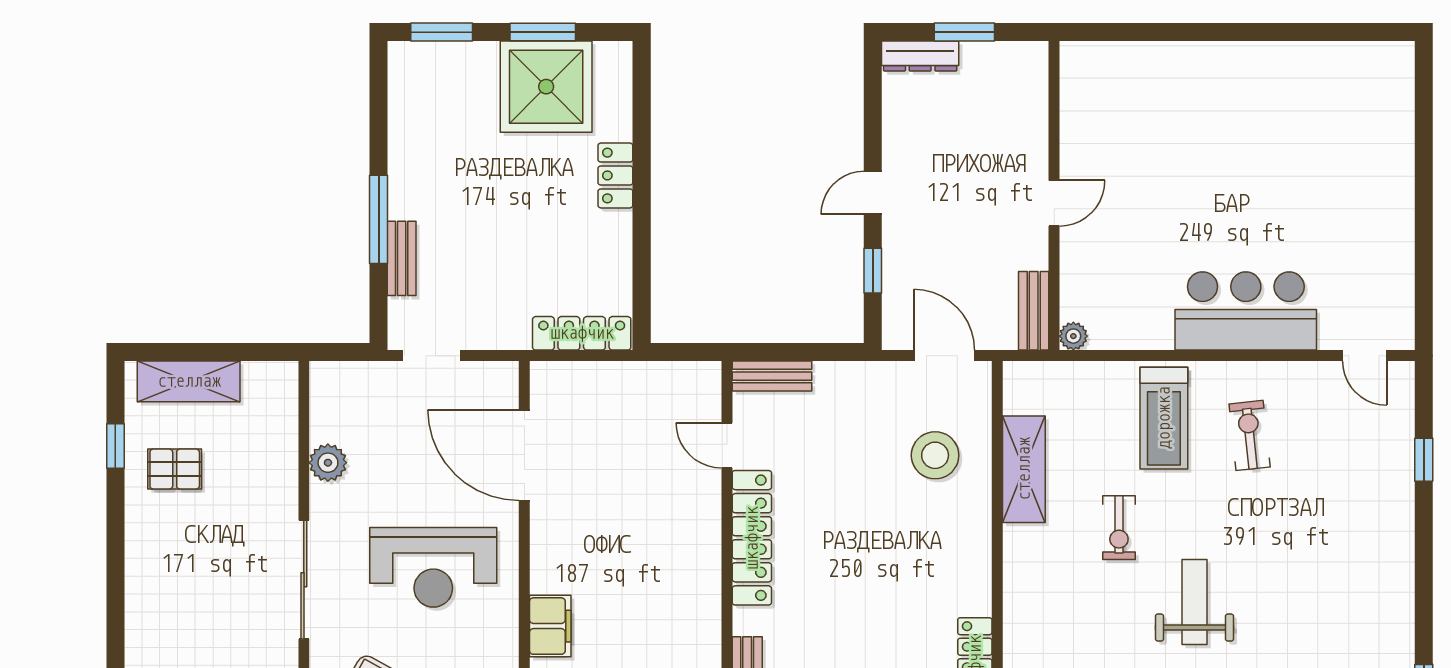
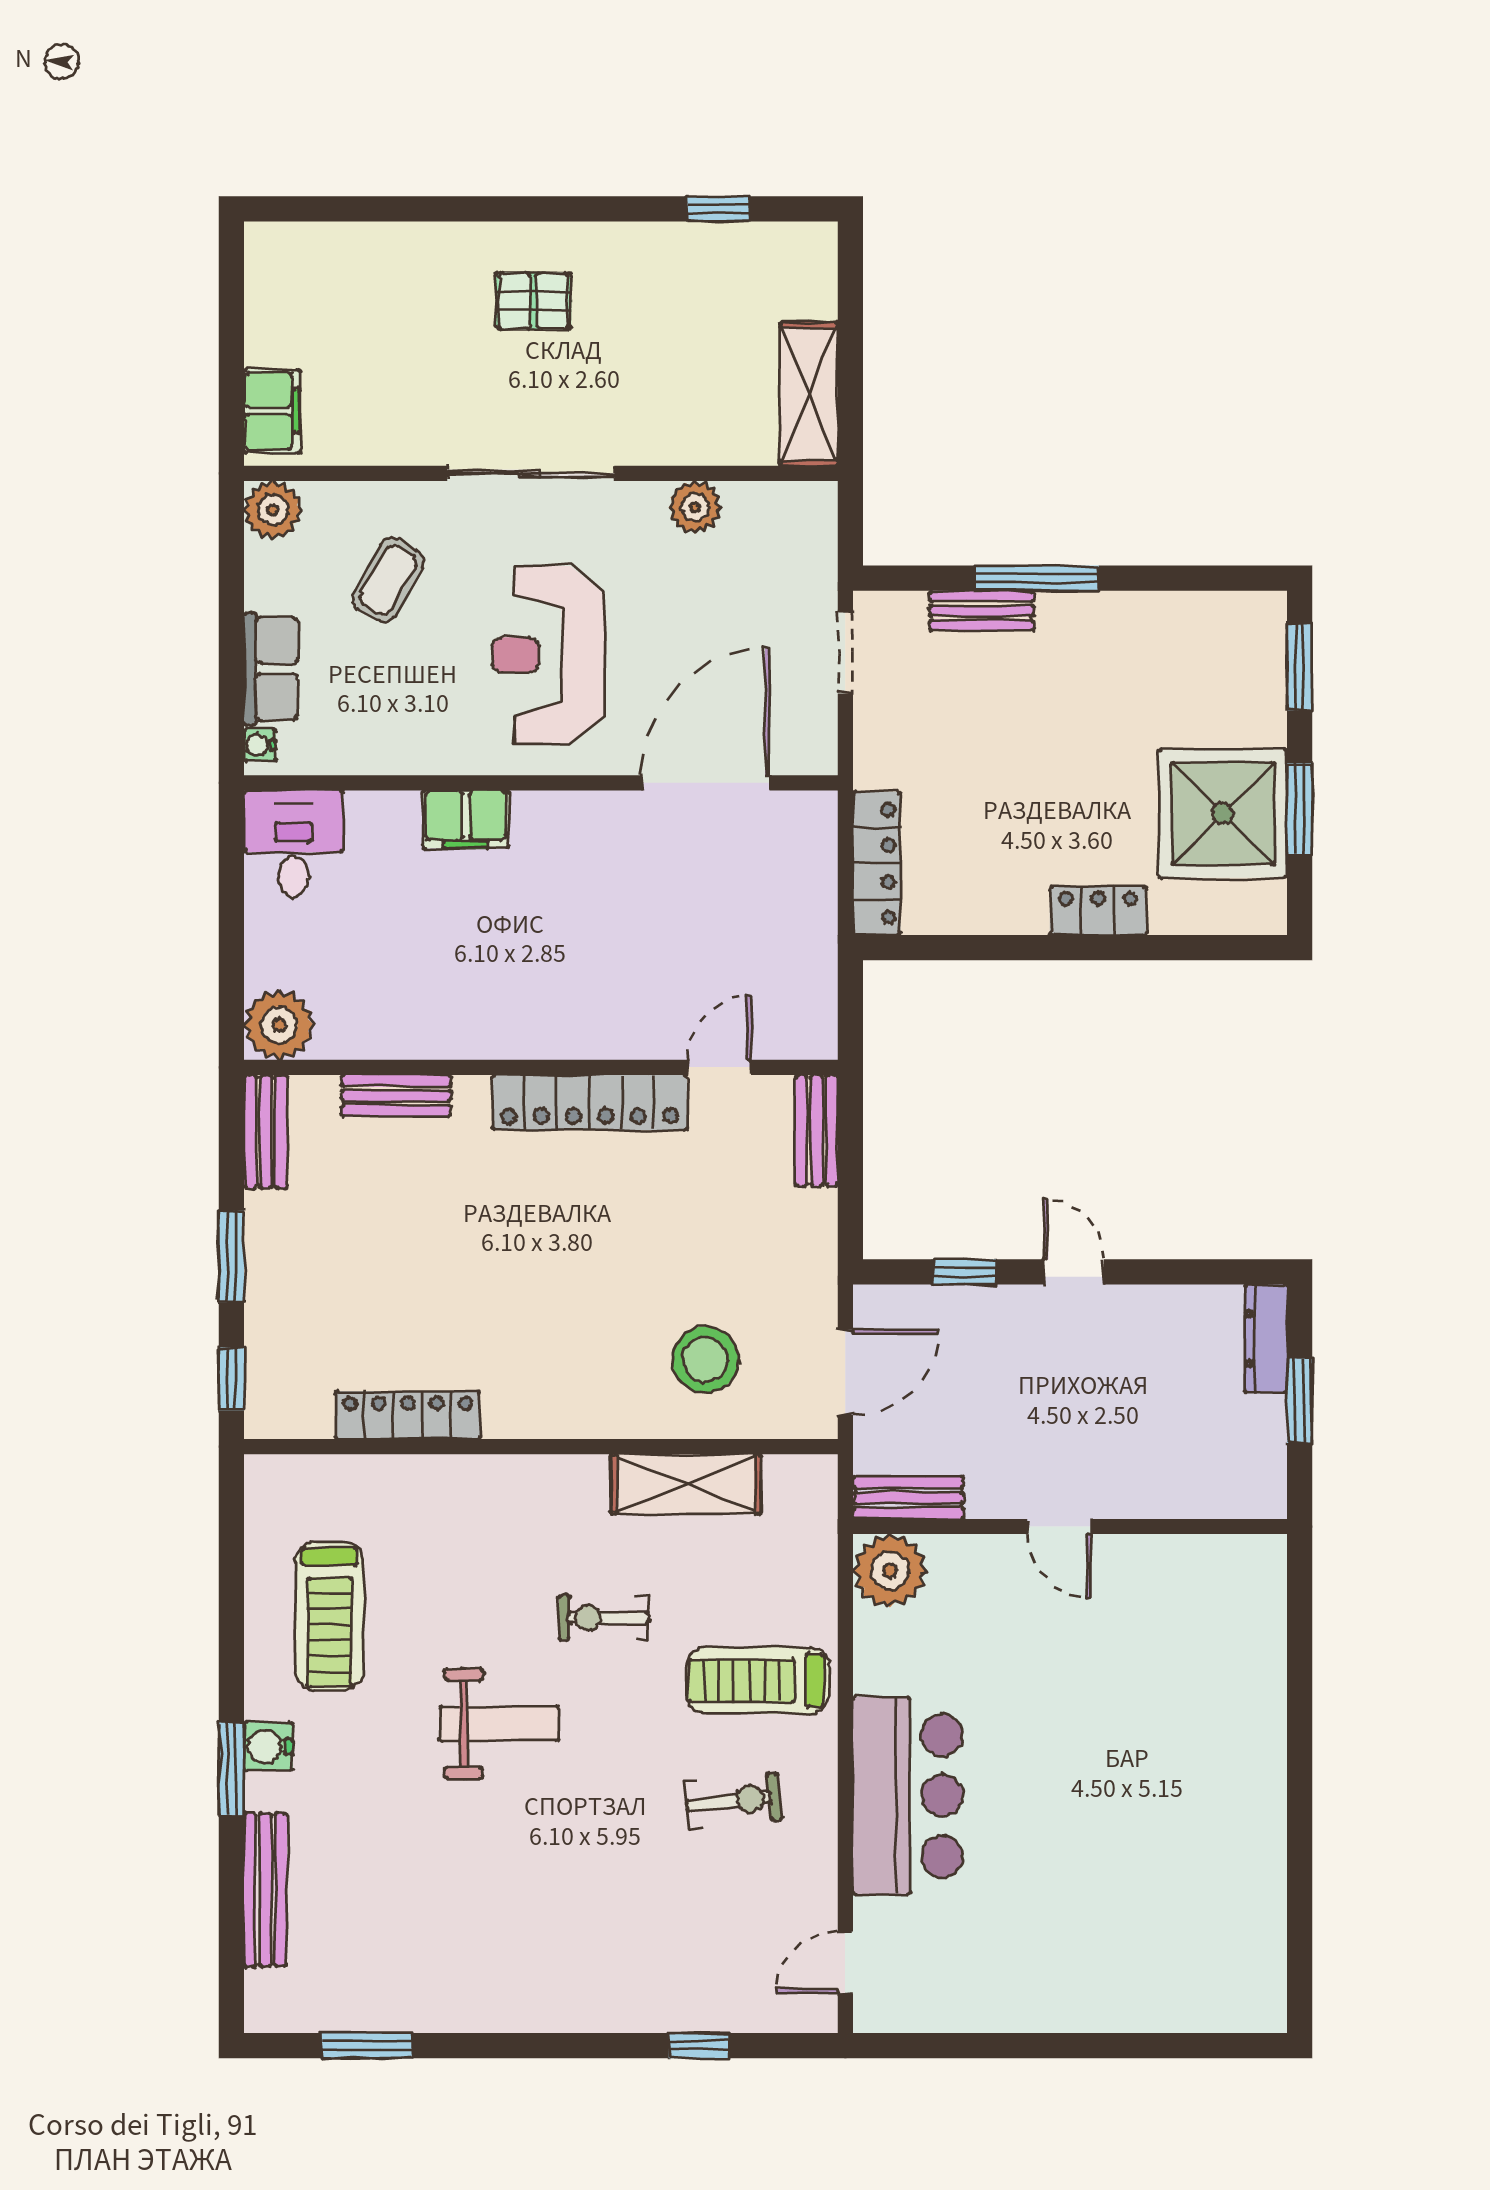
plant: (1073, 336) -> (890, 1571), width x1.87, depth x1.87
shelving: (189, 381) -> (809, 394), moved
pallet: (175, 469) -> (533, 301), moved, turned 90

